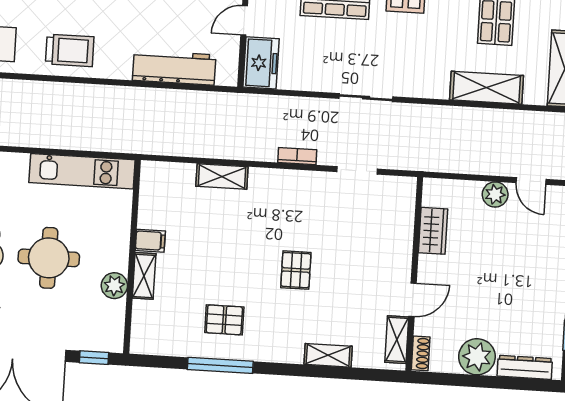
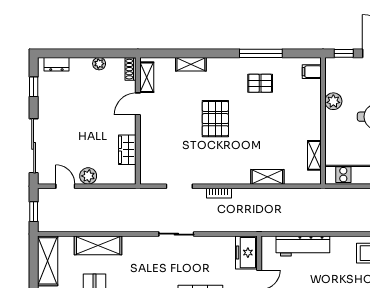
filing cabinet: (150, 241) -> (312, 72), moved
pallet: (296, 270) -> (215, 119), width x1.50, depth x1.42
shelving: (144, 276) -> (314, 155), moved
plant: (477, 357) -> (99, 64), width x0.53, depth x0.53
dresser: (525, 367) -> (56, 64), width x0.70

